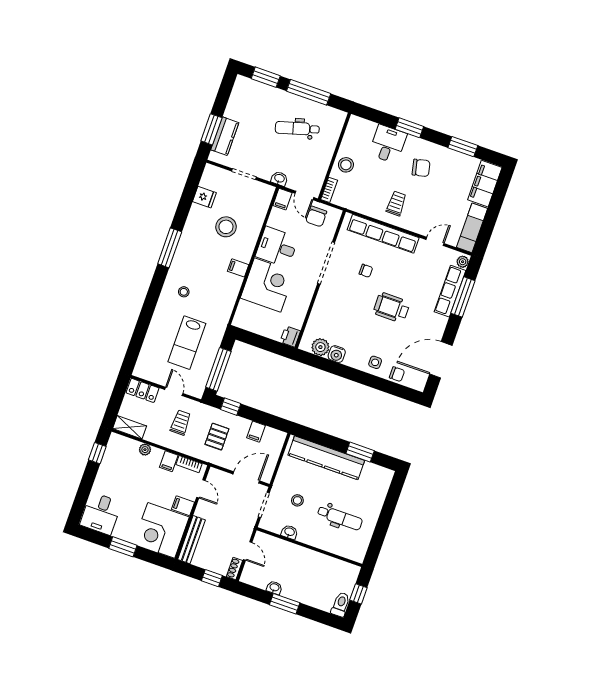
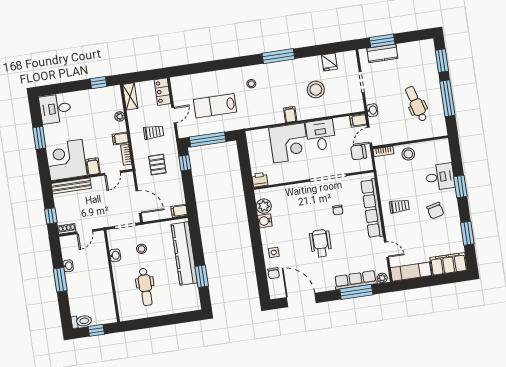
filing cabinet: (256, 432) -> (179, 211), moved
pallet: (217, 437) -> (157, 165), turned 90

